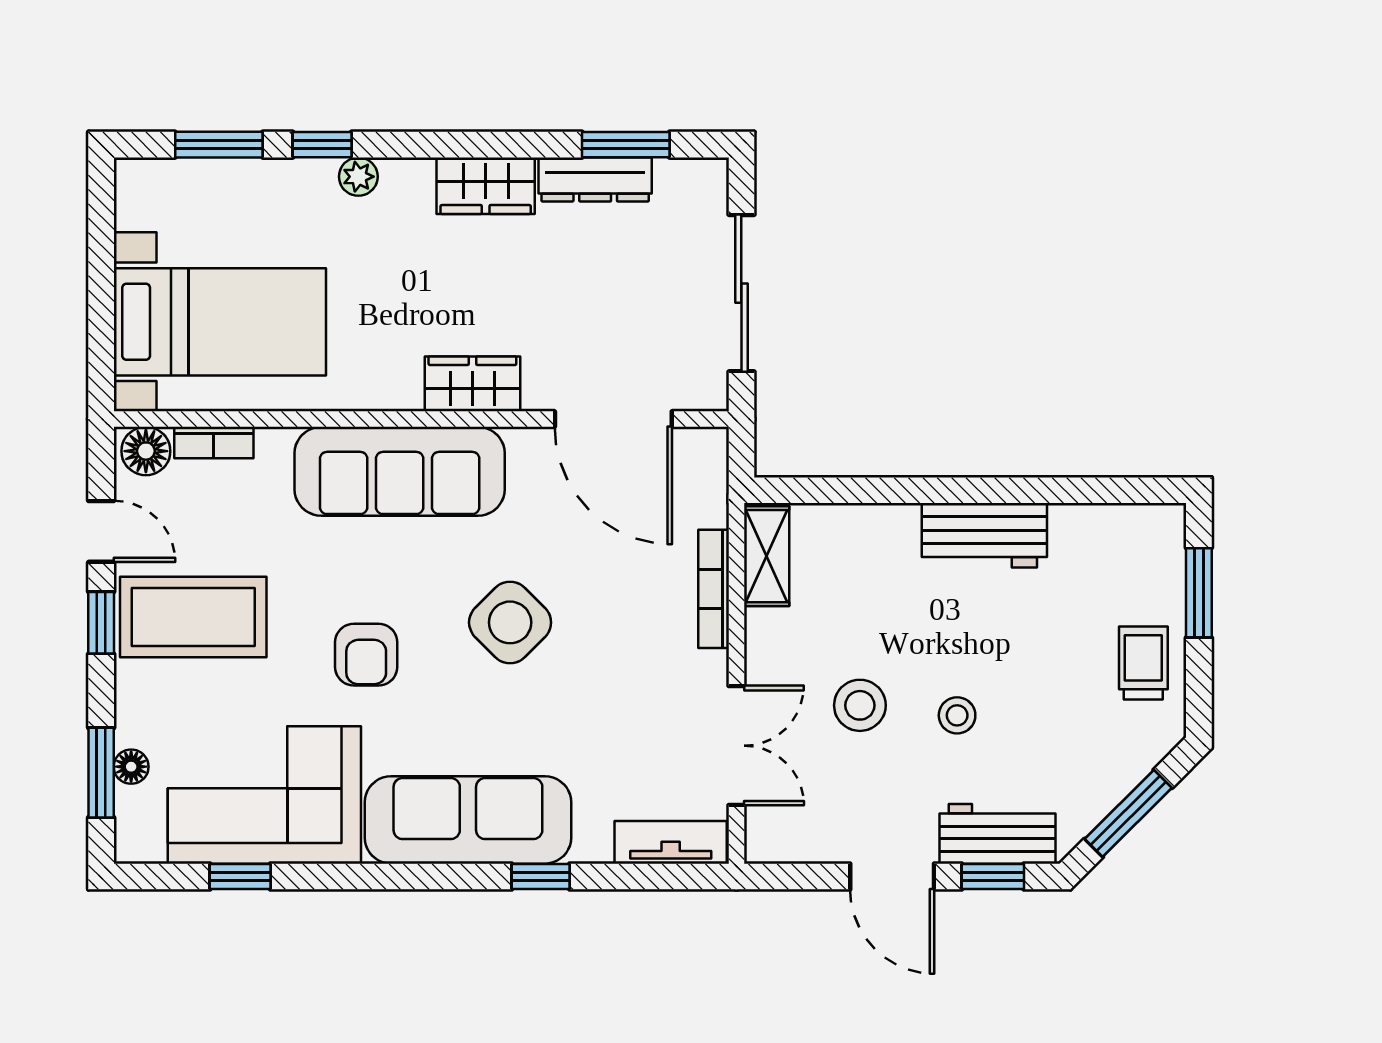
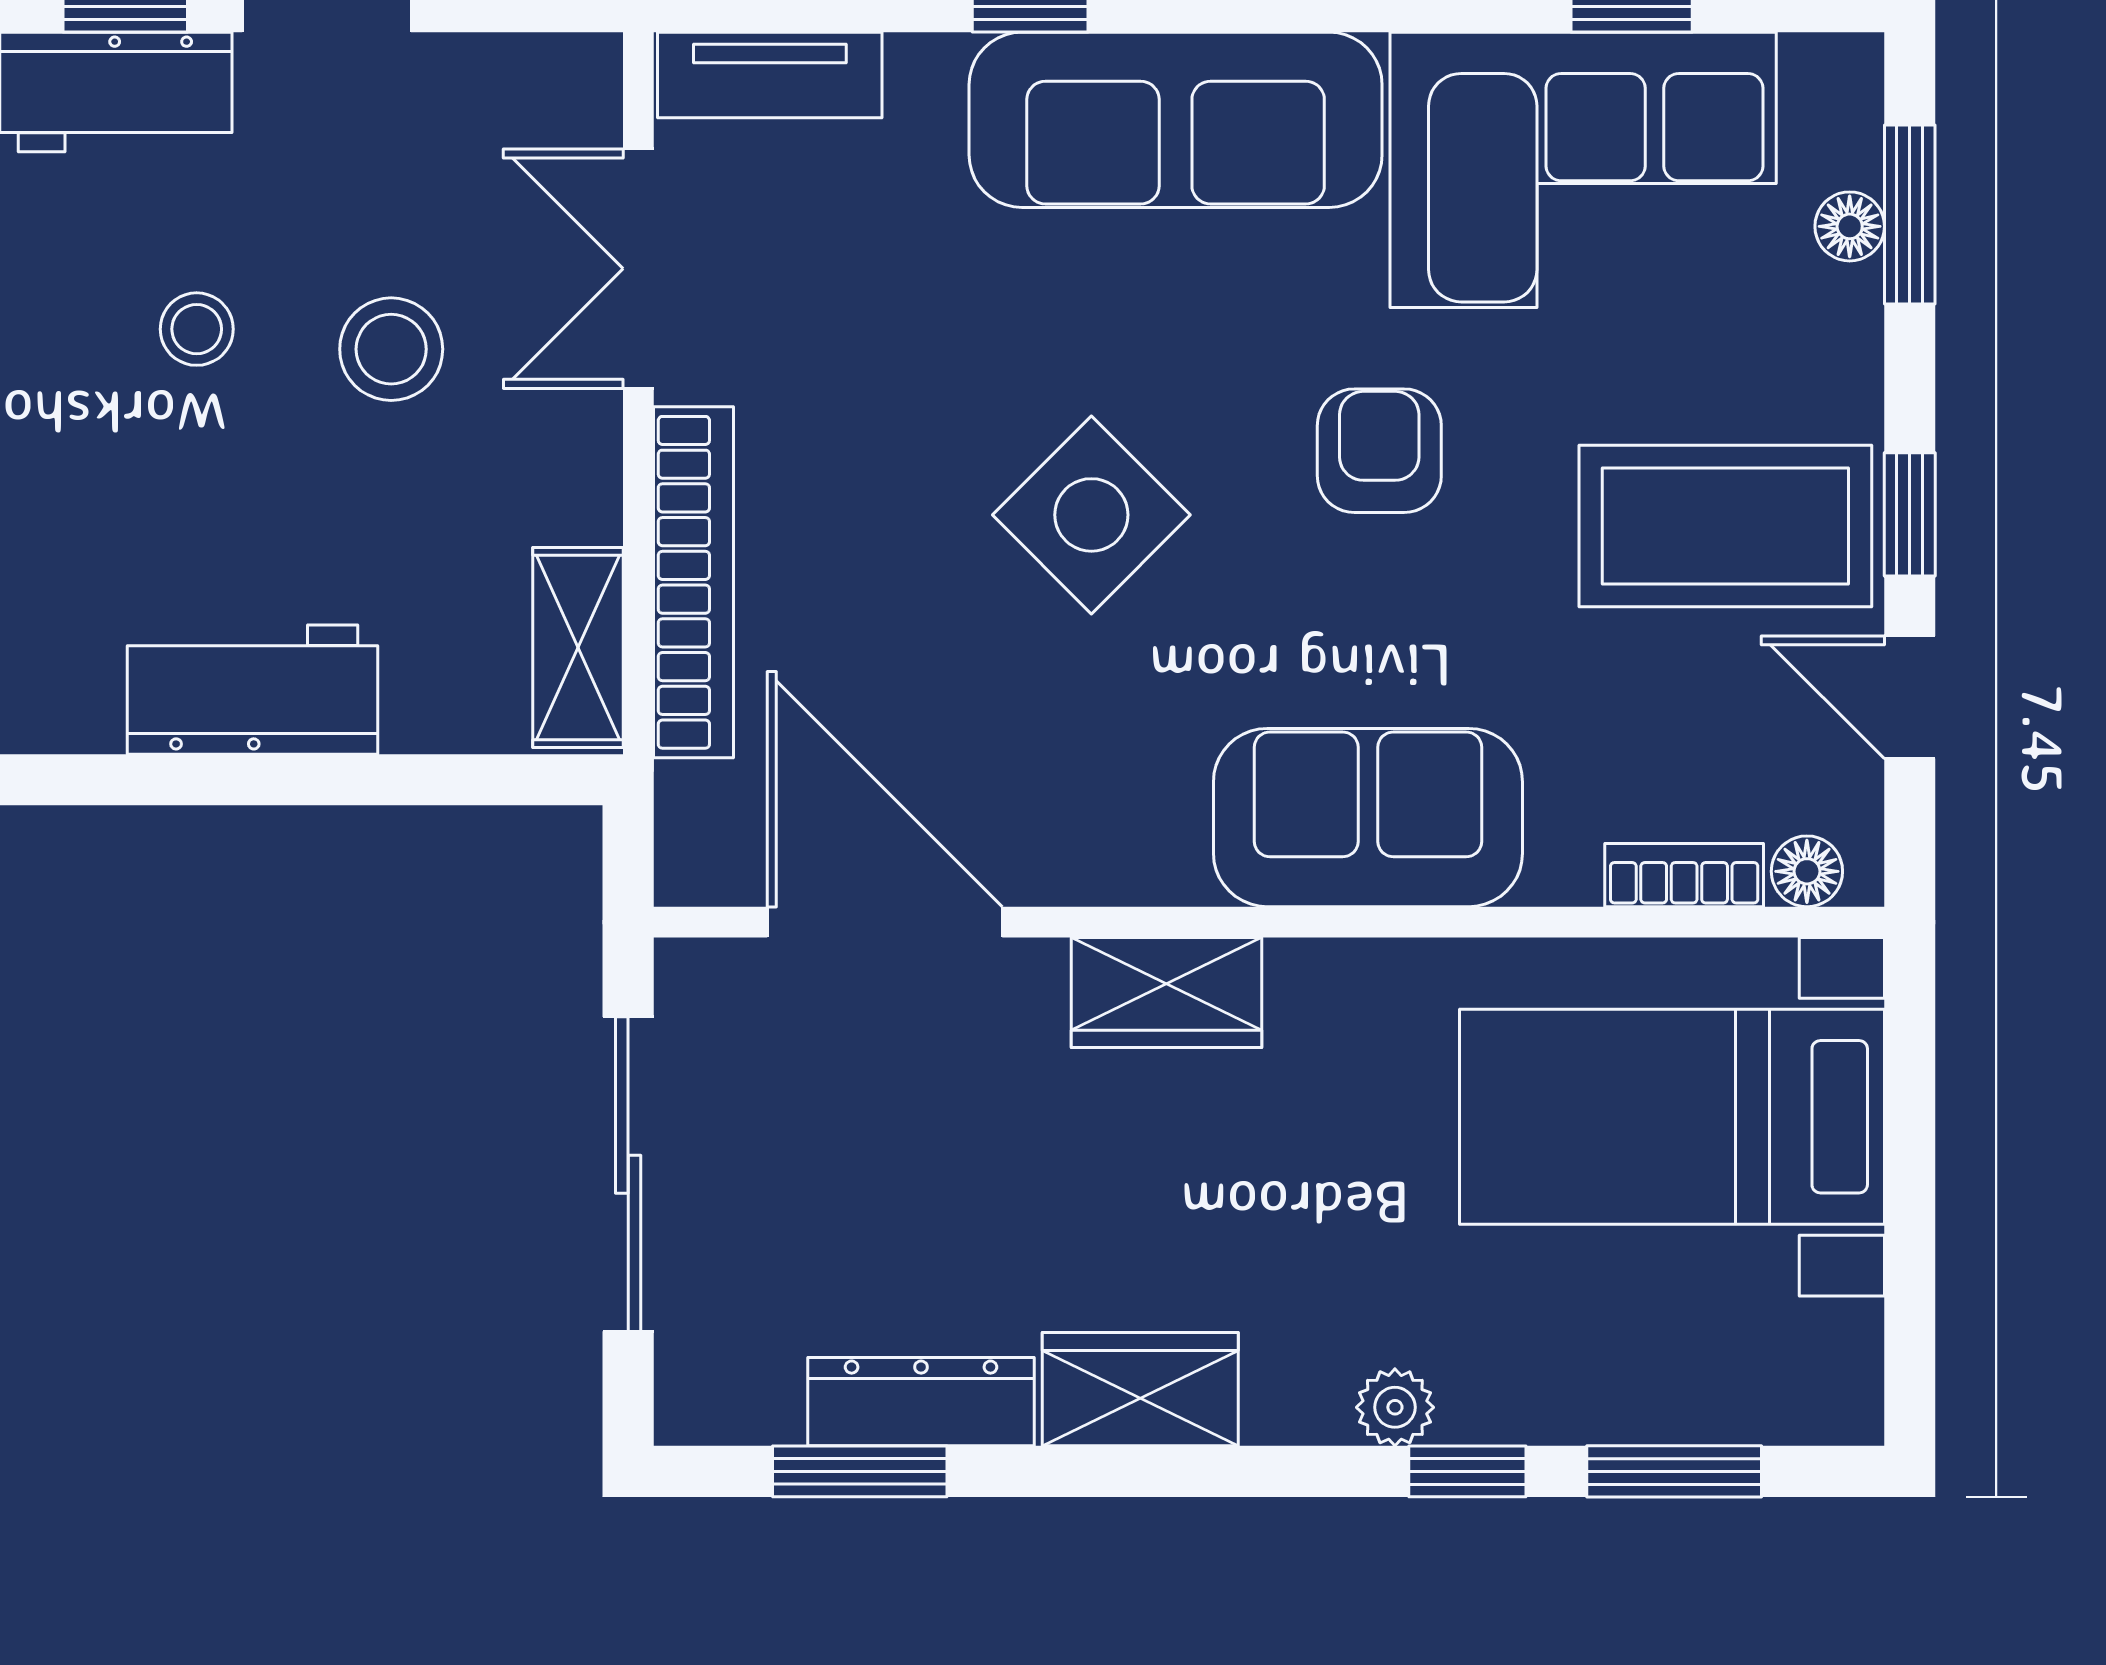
floor lamp: (146, 451) -> (1807, 871), width x0.73, depth x0.73
sofa: (400, 471) -> (1368, 818), width x0.73
workbench: (984, 535) -> (252, 690), moved
bookcase: (714, 589) -> (693, 582), width x1.48, depth x1.31

